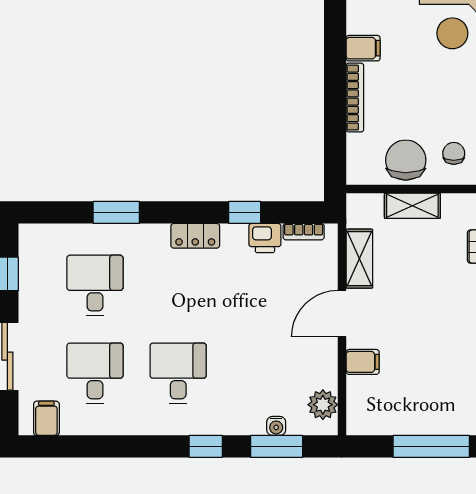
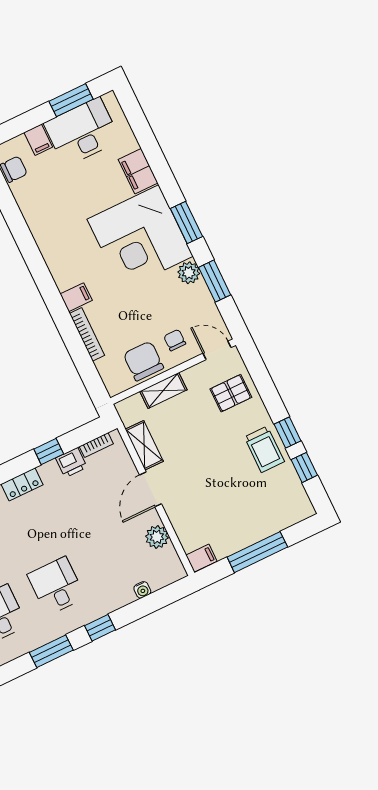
filing cabinet: (363, 362) -> (201, 558), moved
plant: (323, 405) -> (157, 537), moved
window: (277, 446) -> (51, 651), moved

